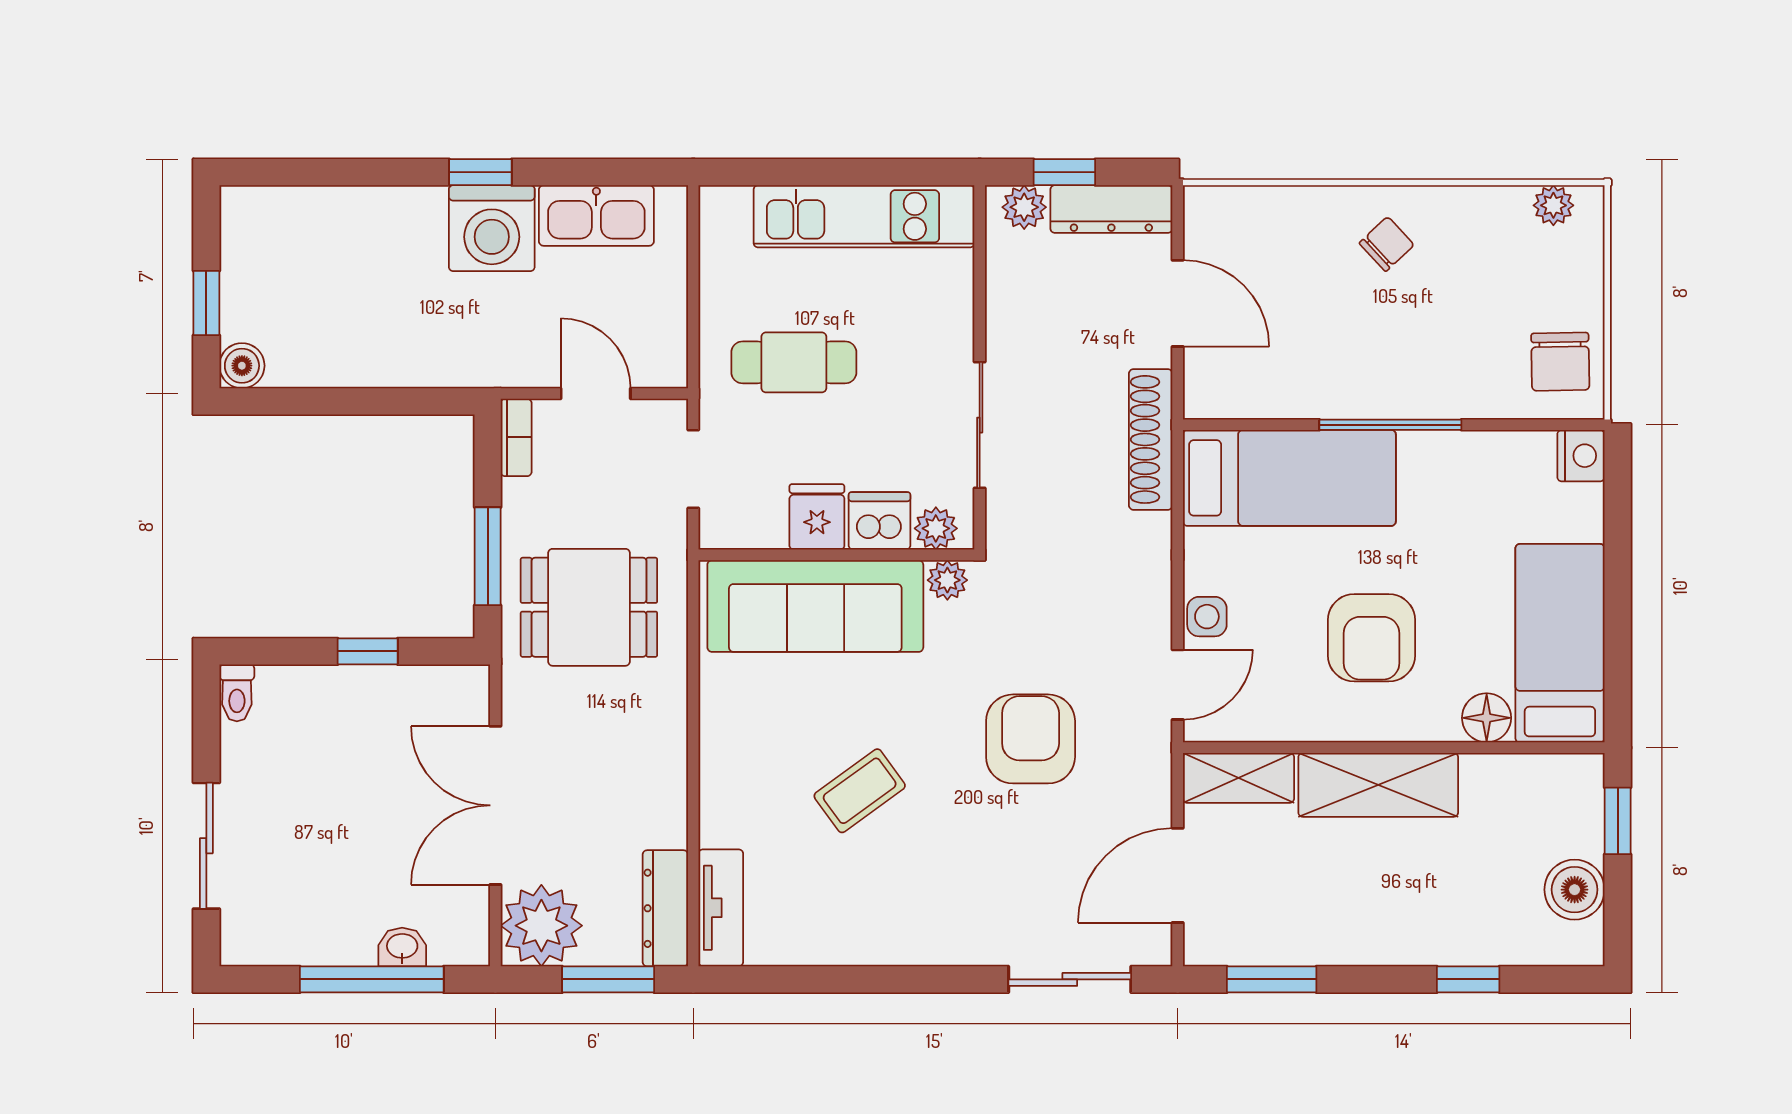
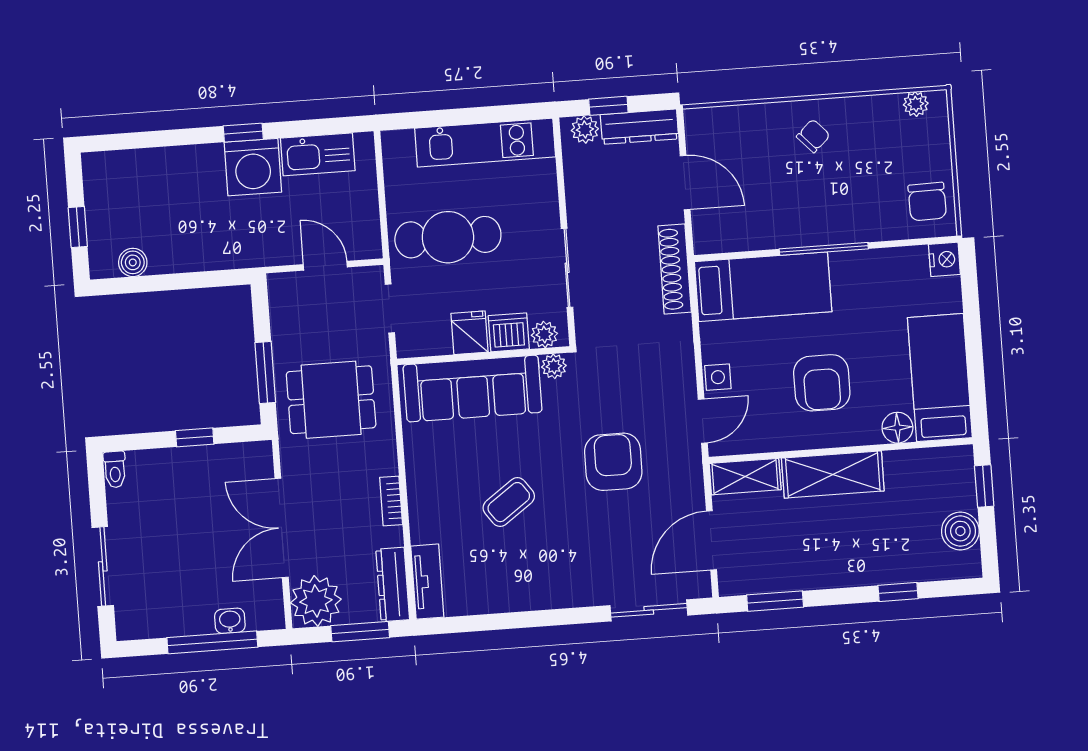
cafe table: (794, 362) -> (448, 237), width x1.37, depth x1.35
boiler: (242, 366) -> (133, 262), moved
bookcase: (516, 437) -> (391, 501), moved, turned 180

